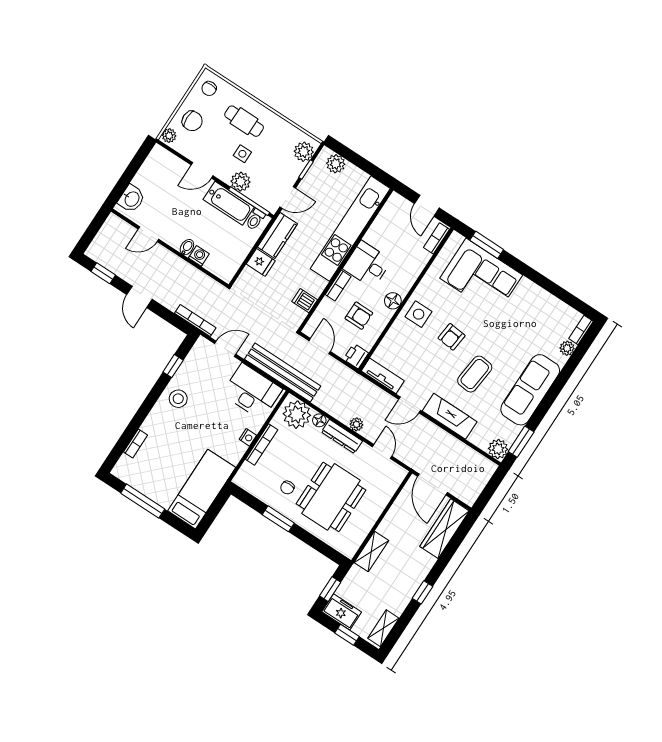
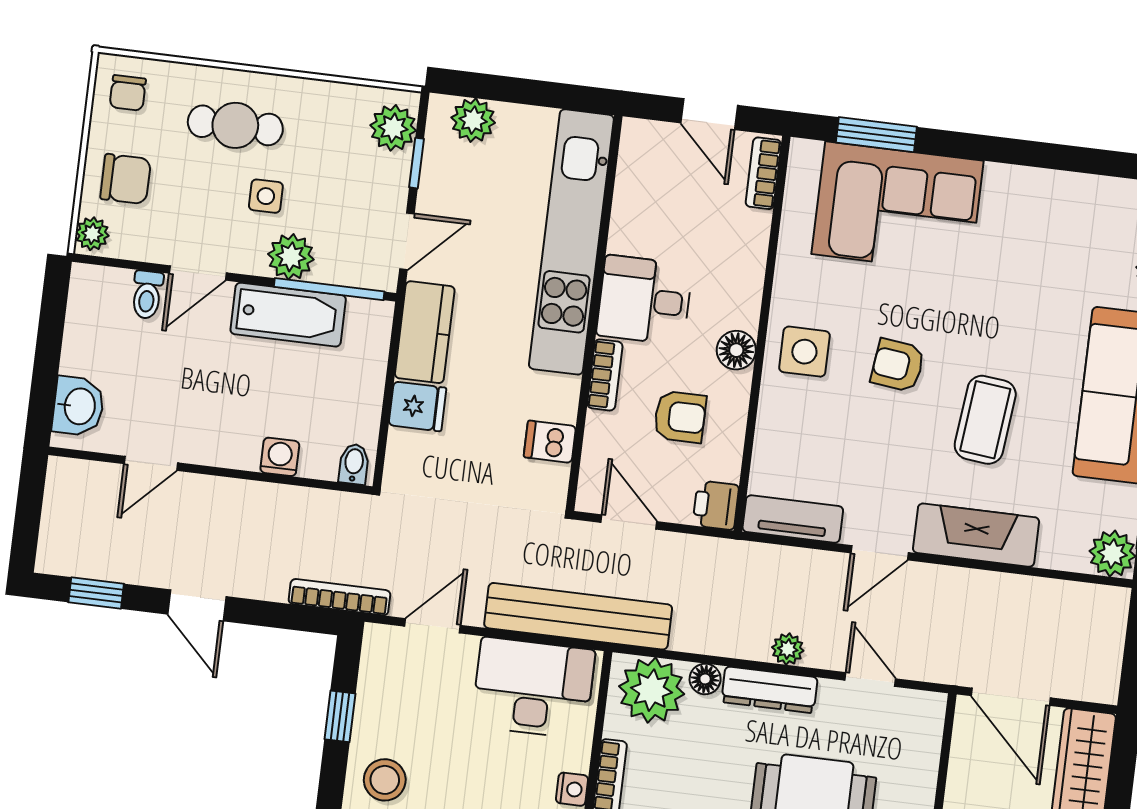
toilet: (255, 219) -> (147, 295), moved
bidet: (187, 247) -> (354, 464), moved
armchair: (452, 337) -> (898, 365), turned 91

